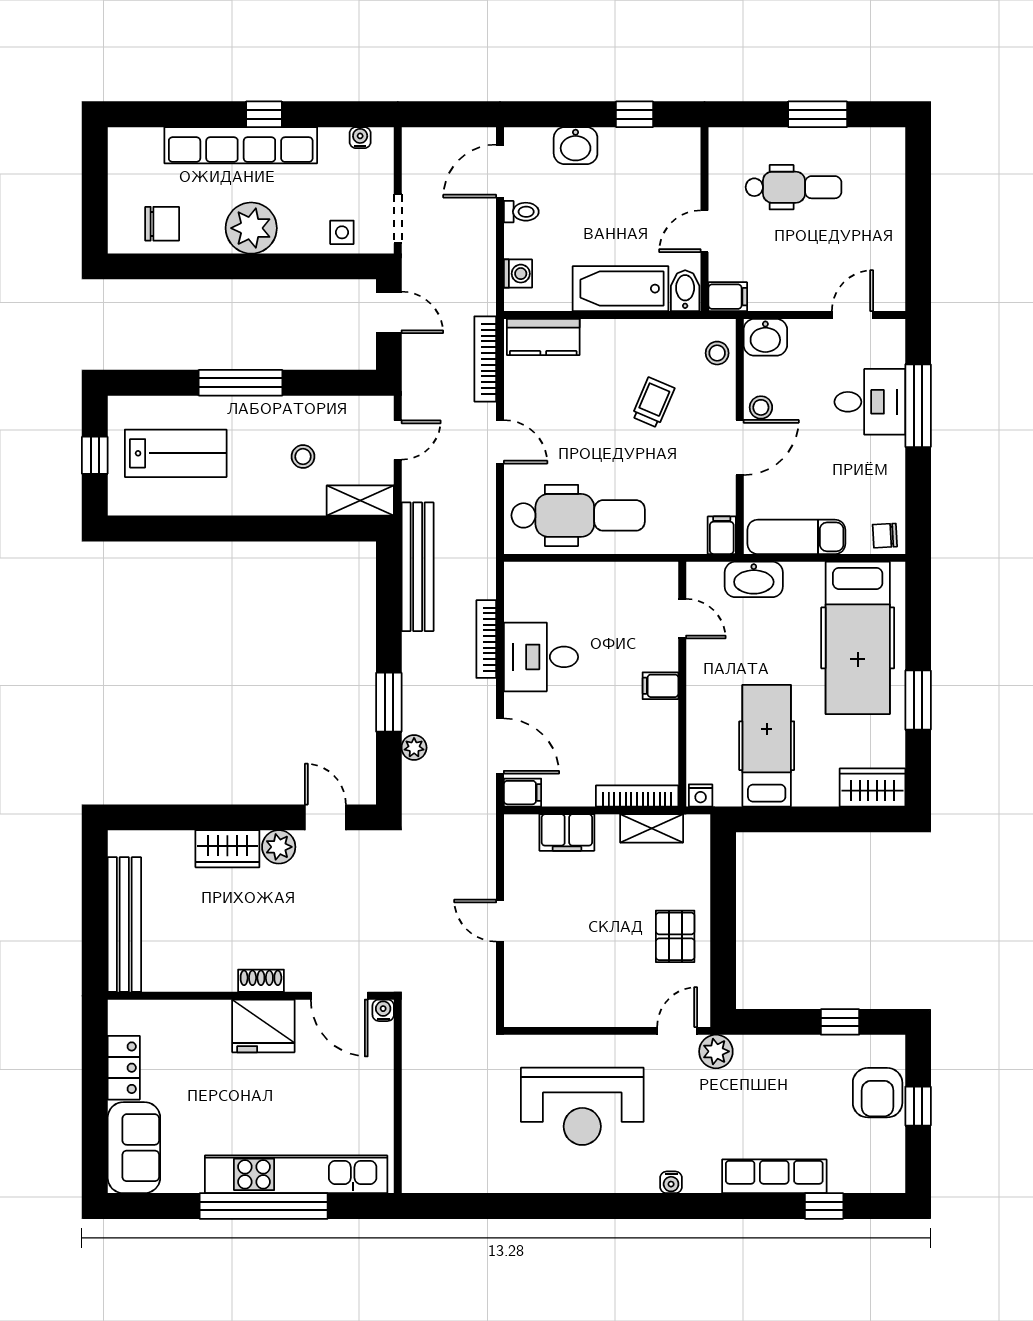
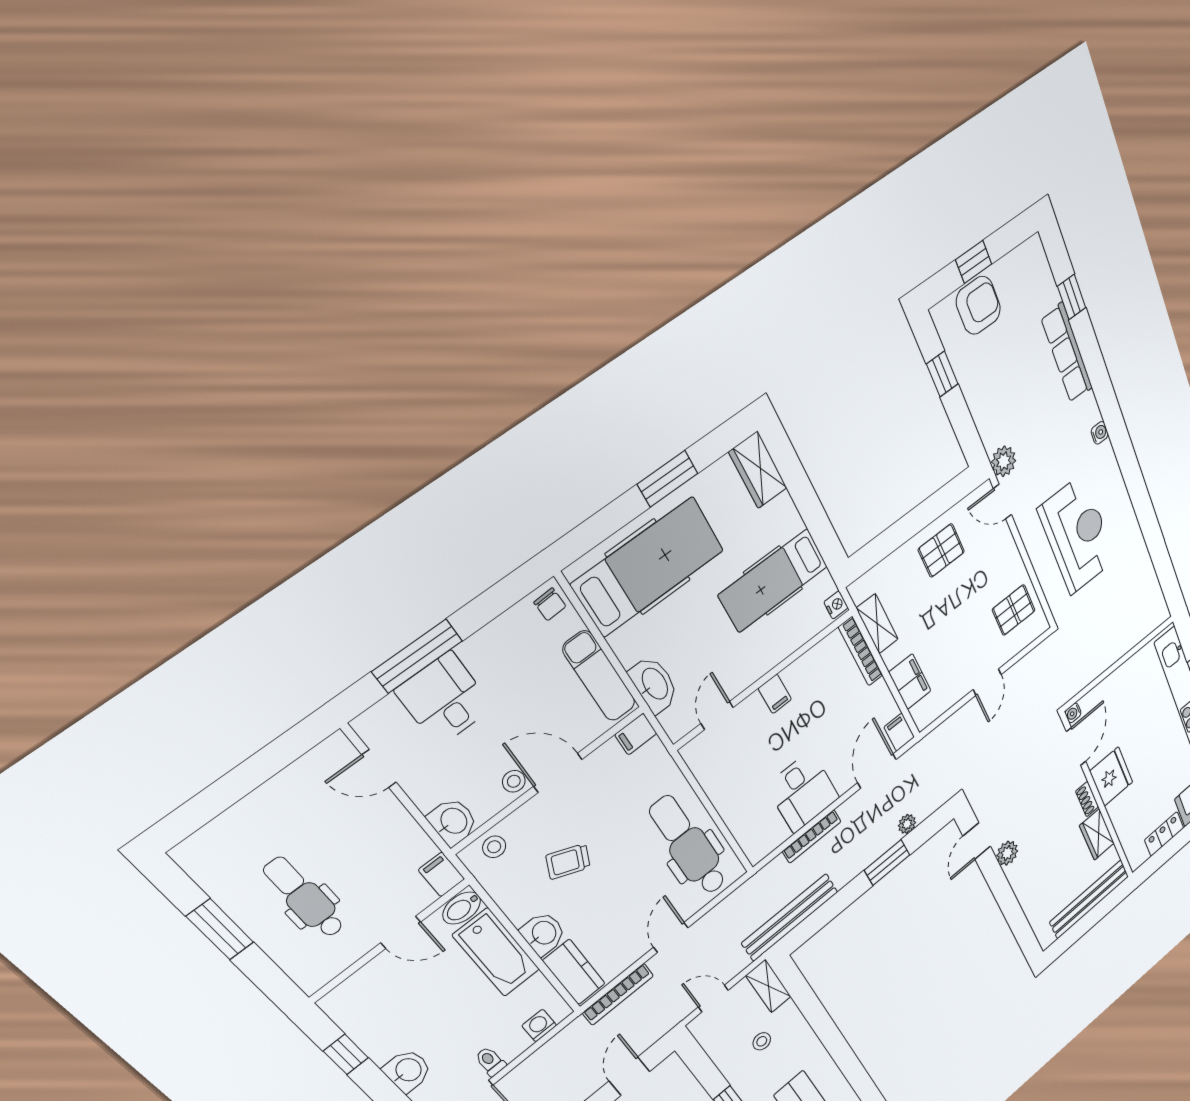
washbasin: (604, 337) -> (543, 933), added
wardrobe: (227, 849) -> (1097, 835), moved, turned 180
pallet: (555, 990) -> (1014, 610), added

